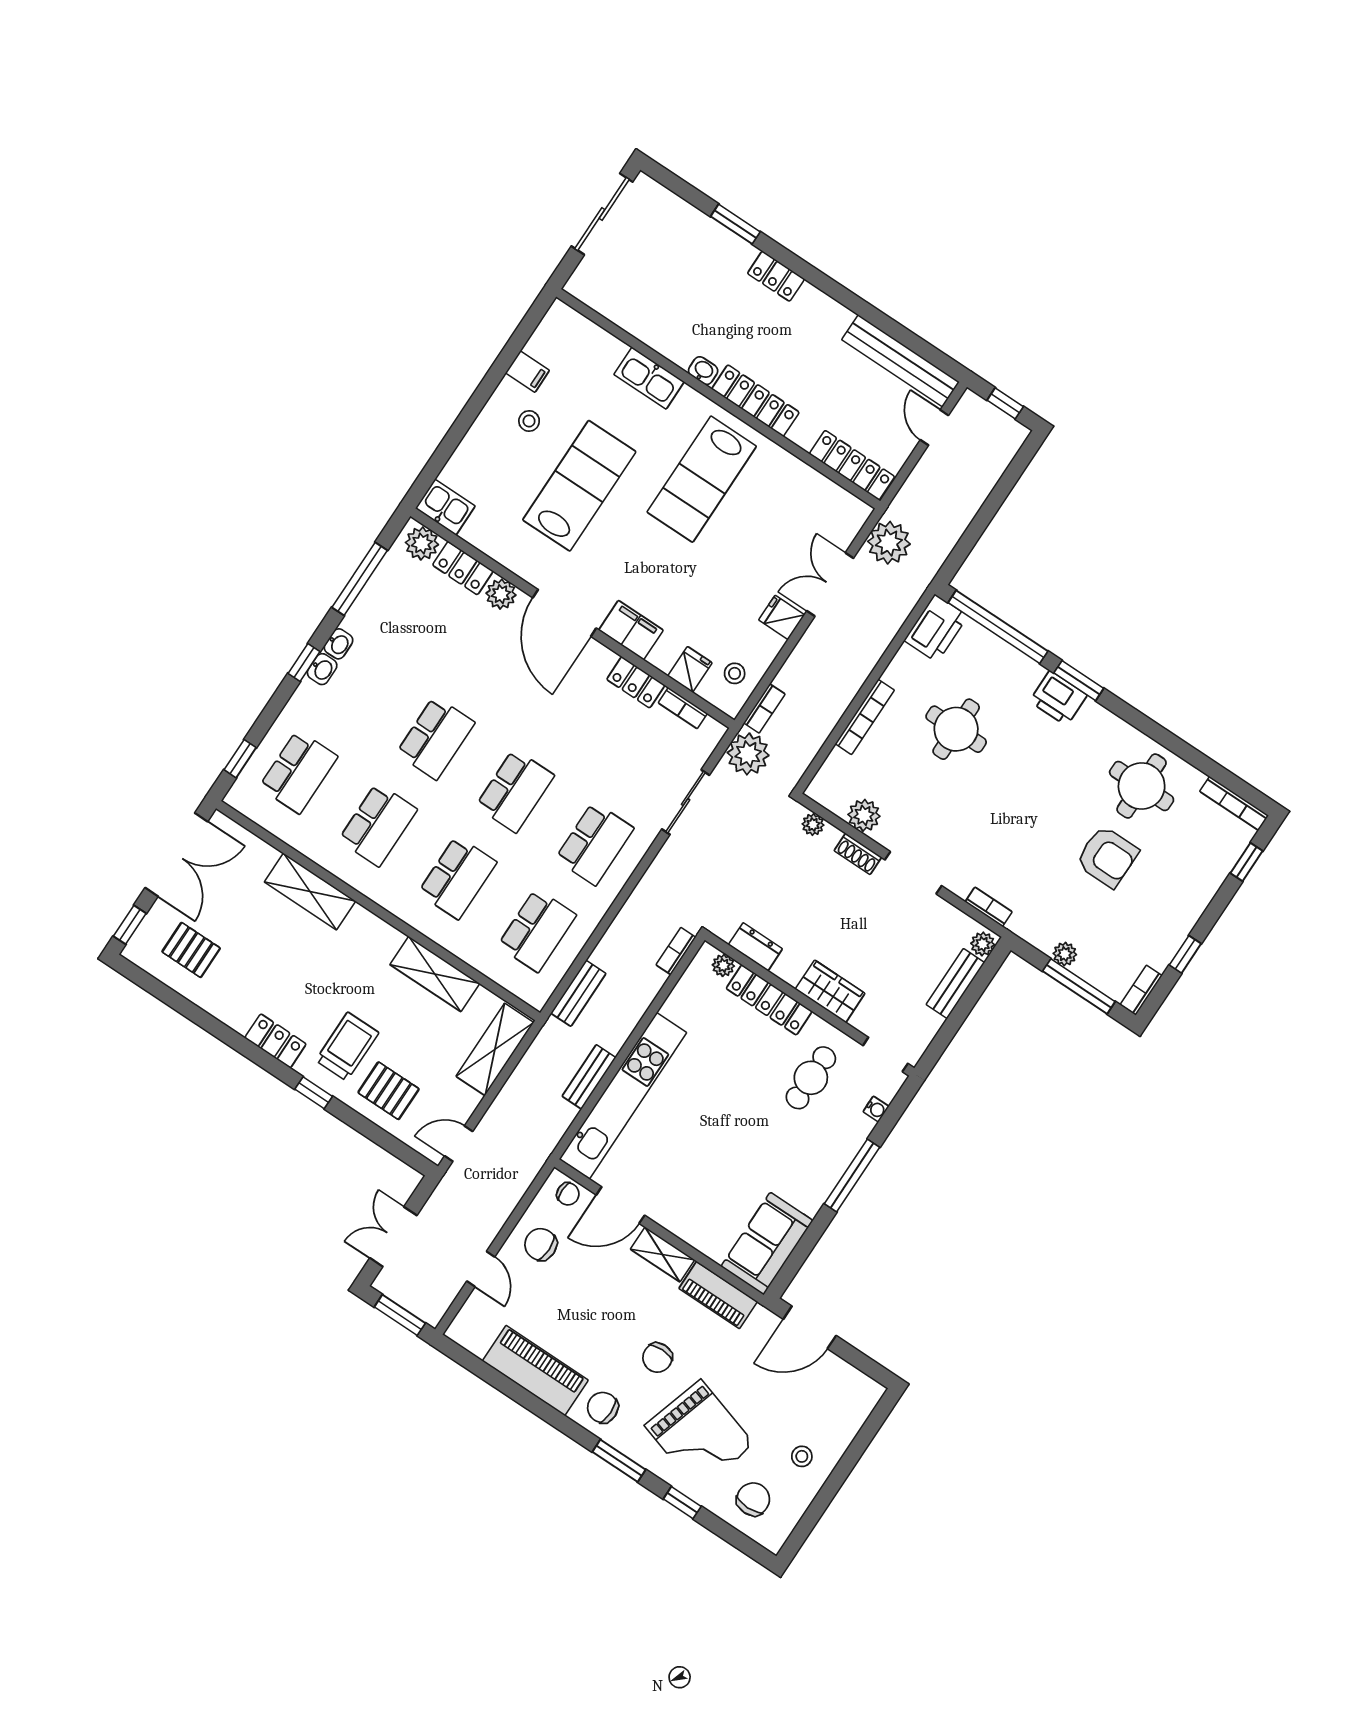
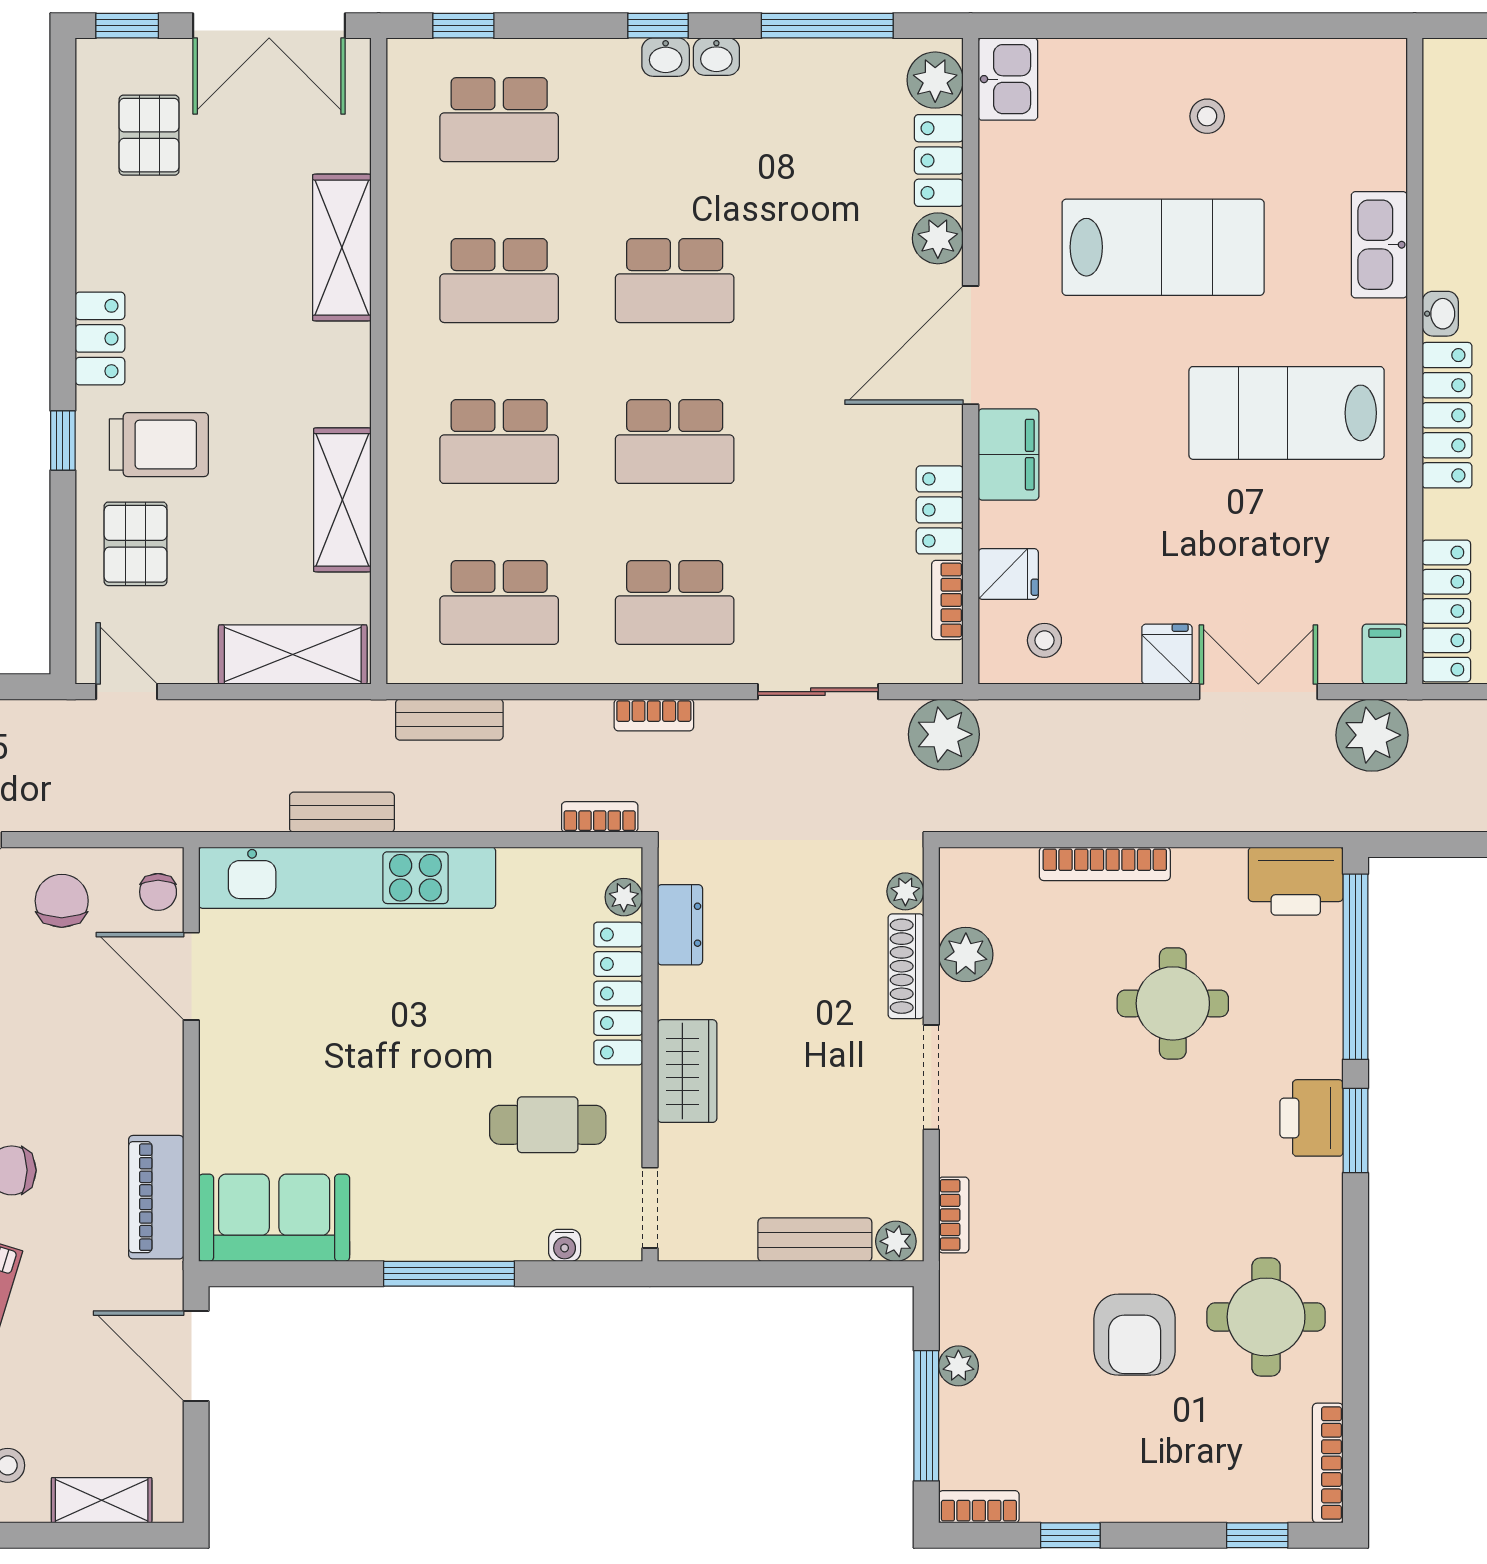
filing cabinet: (527, 372) -> (1385, 654), moved, turned 180
bookcase: (764, 708) -> (654, 715), moved
shoe rack: (858, 854) -> (906, 966), width x1.43
shelving: (662, 1254) -> (102, 1500), moved, turned 90

